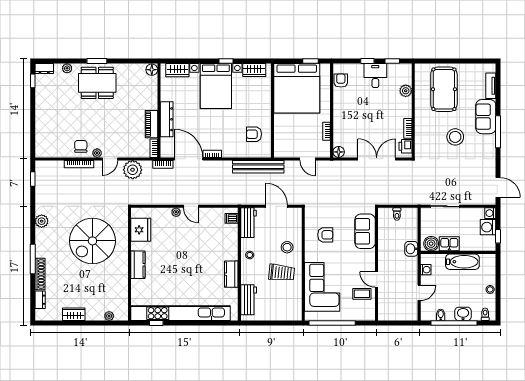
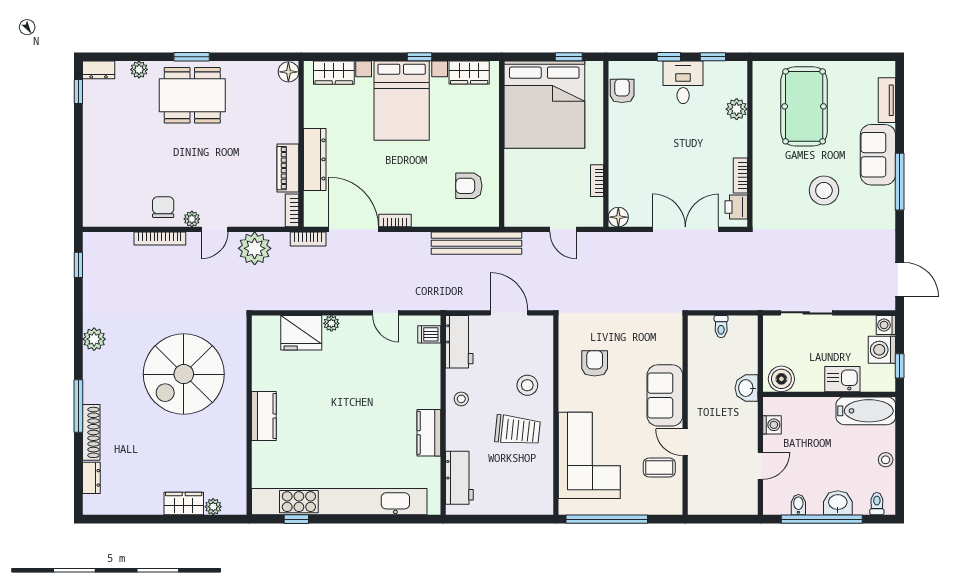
door: (191, 206) -> (386, 313), moved
fridge: (141, 230) -> (301, 333), moved, turned 90
sofa: (365, 231) -> (665, 395), moved
armchair: (325, 235) -> (595, 363), turned -90
kitchen sink: (449, 244) -> (842, 379), moved
bathtub: (462, 262) -> (866, 411), moved
wardrobe: (74, 314) -> (184, 504), moved

